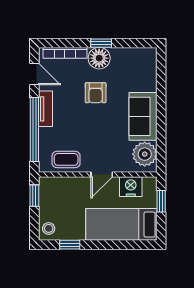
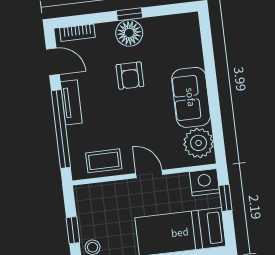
bookcase: (65, 53) -> (77, 33), width x0.64
door: (102, 174) -> (149, 174), swing flipped
nightstand: (131, 187) -> (205, 182), moved
window: (34, 196) -> (73, 230), moved

